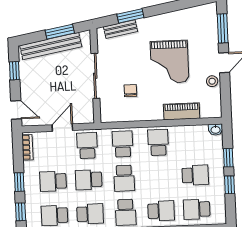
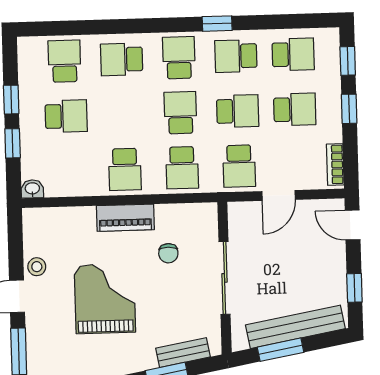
piano: (182, 111) -> (125, 218), moved
school desk: (195, 175) -> (66, 116), turned 180
school desk: (197, 209) -> (64, 61), turned -90

